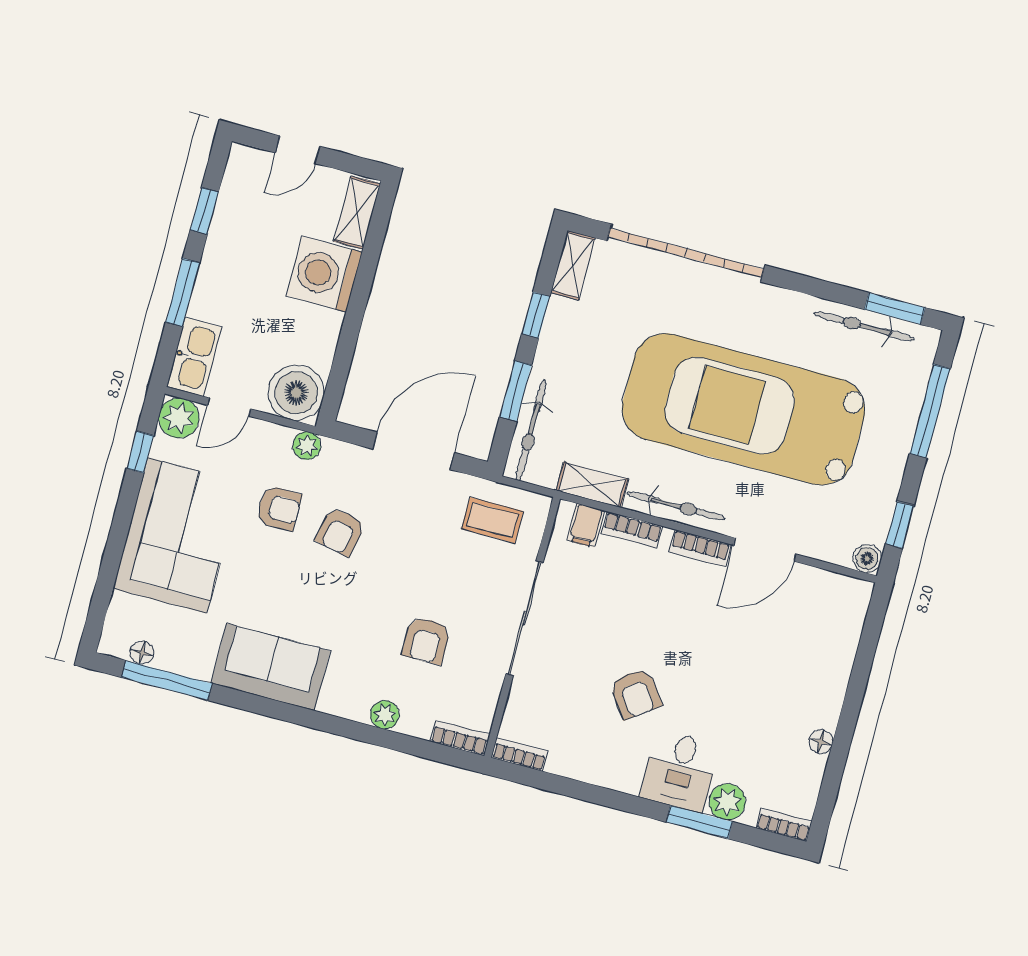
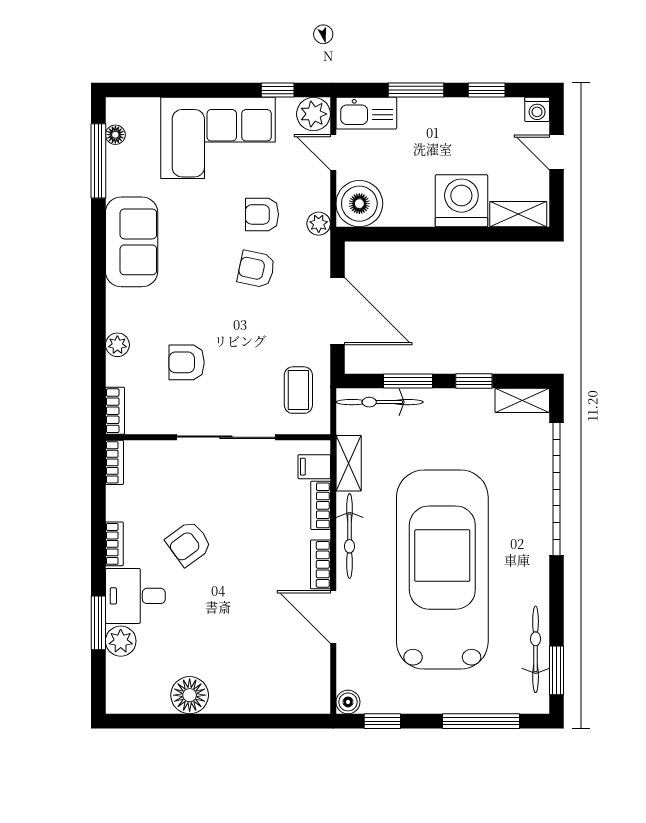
washing machine: (242, 159) -> (537, 109), added
armchair: (279, 508) -> (262, 214), turned 90
floor lamp: (821, 742) -> (190, 695), width x1.89, depth x1.89
bookcase: (784, 825) -> (114, 544), moved

